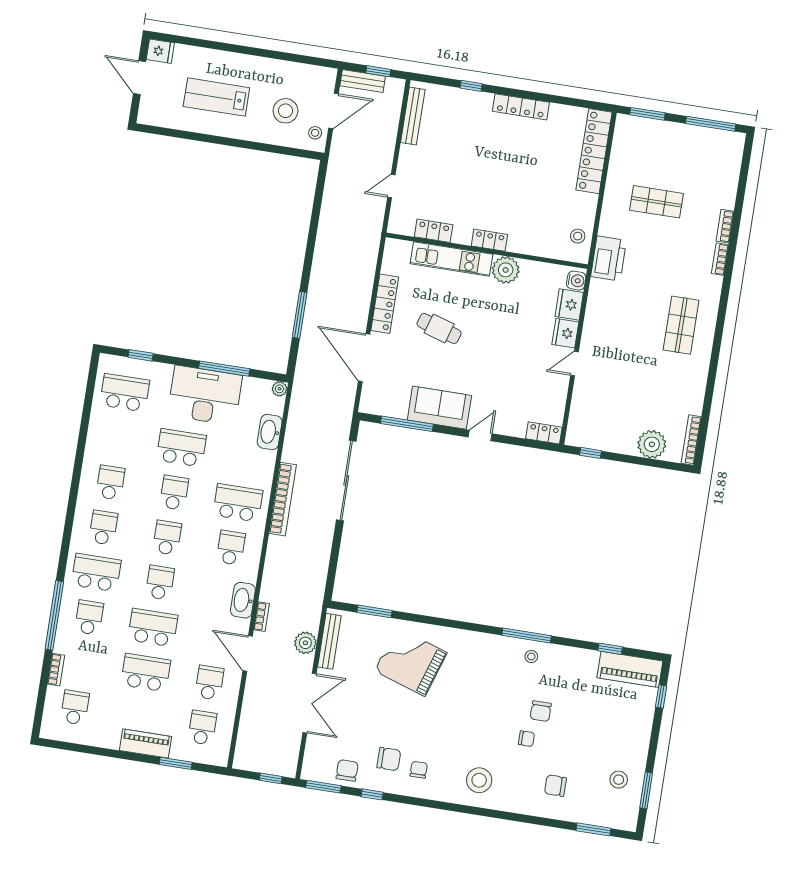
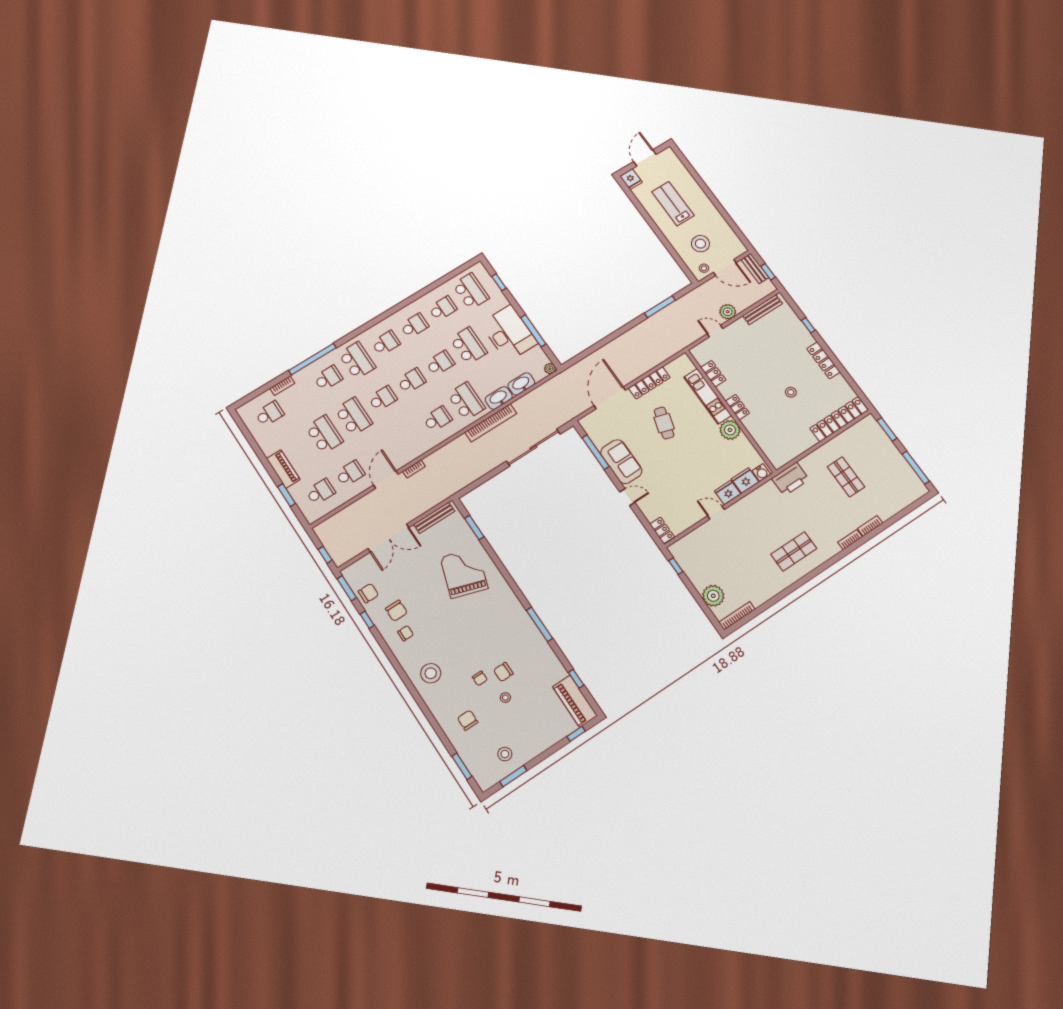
fridge: (160, 51) -> (631, 179), moved
stool: (578, 236) -> (791, 392), moved
window: (300, 315) -> (660, 307), moved
school desk: (118, 438) -> (443, 308), added
washbasin: (243, 600) -> (499, 398), moved
plant: (305, 643) -> (728, 312), moved
stool: (531, 656) -> (505, 698), moved

